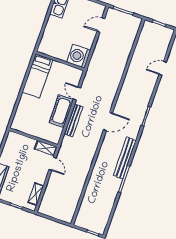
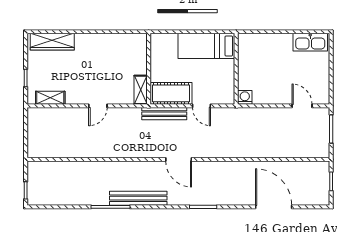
washing machine: (79, 56) -> (245, 97), width x0.53, depth x0.53
door: (163, 68) -> (274, 207), width x1.87
door: (77, 93) -> (201, 106), swing flipped
wall: (33, 138) -> (149, 69), moved
shelving: (46, 148) -> (141, 90), moved

